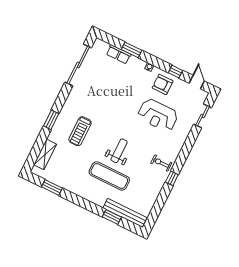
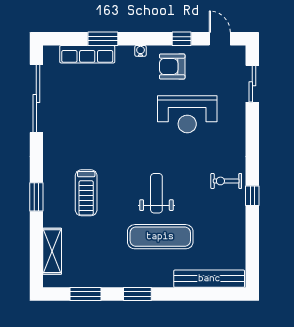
row of seats: (119, 54) -> (87, 54), width x1.48
window: (112, 217) -> (137, 294), moved

